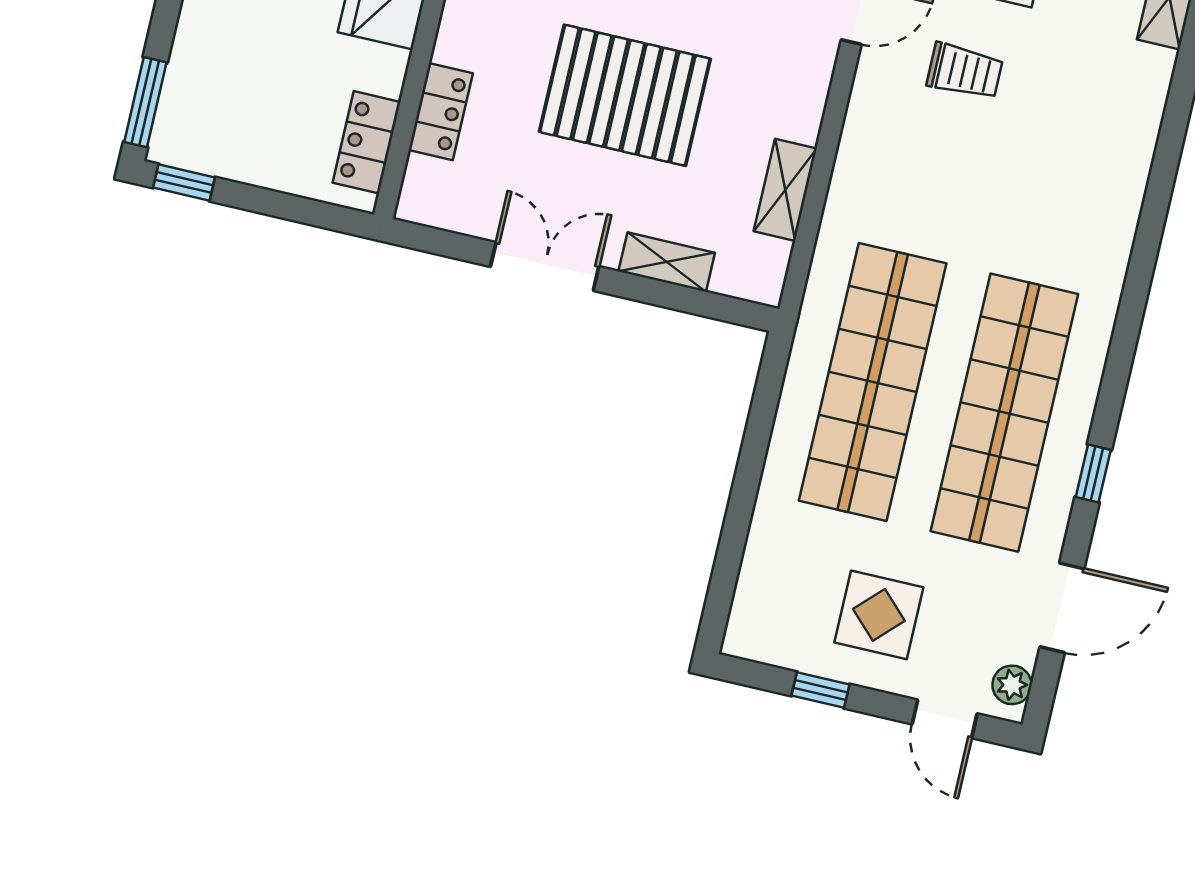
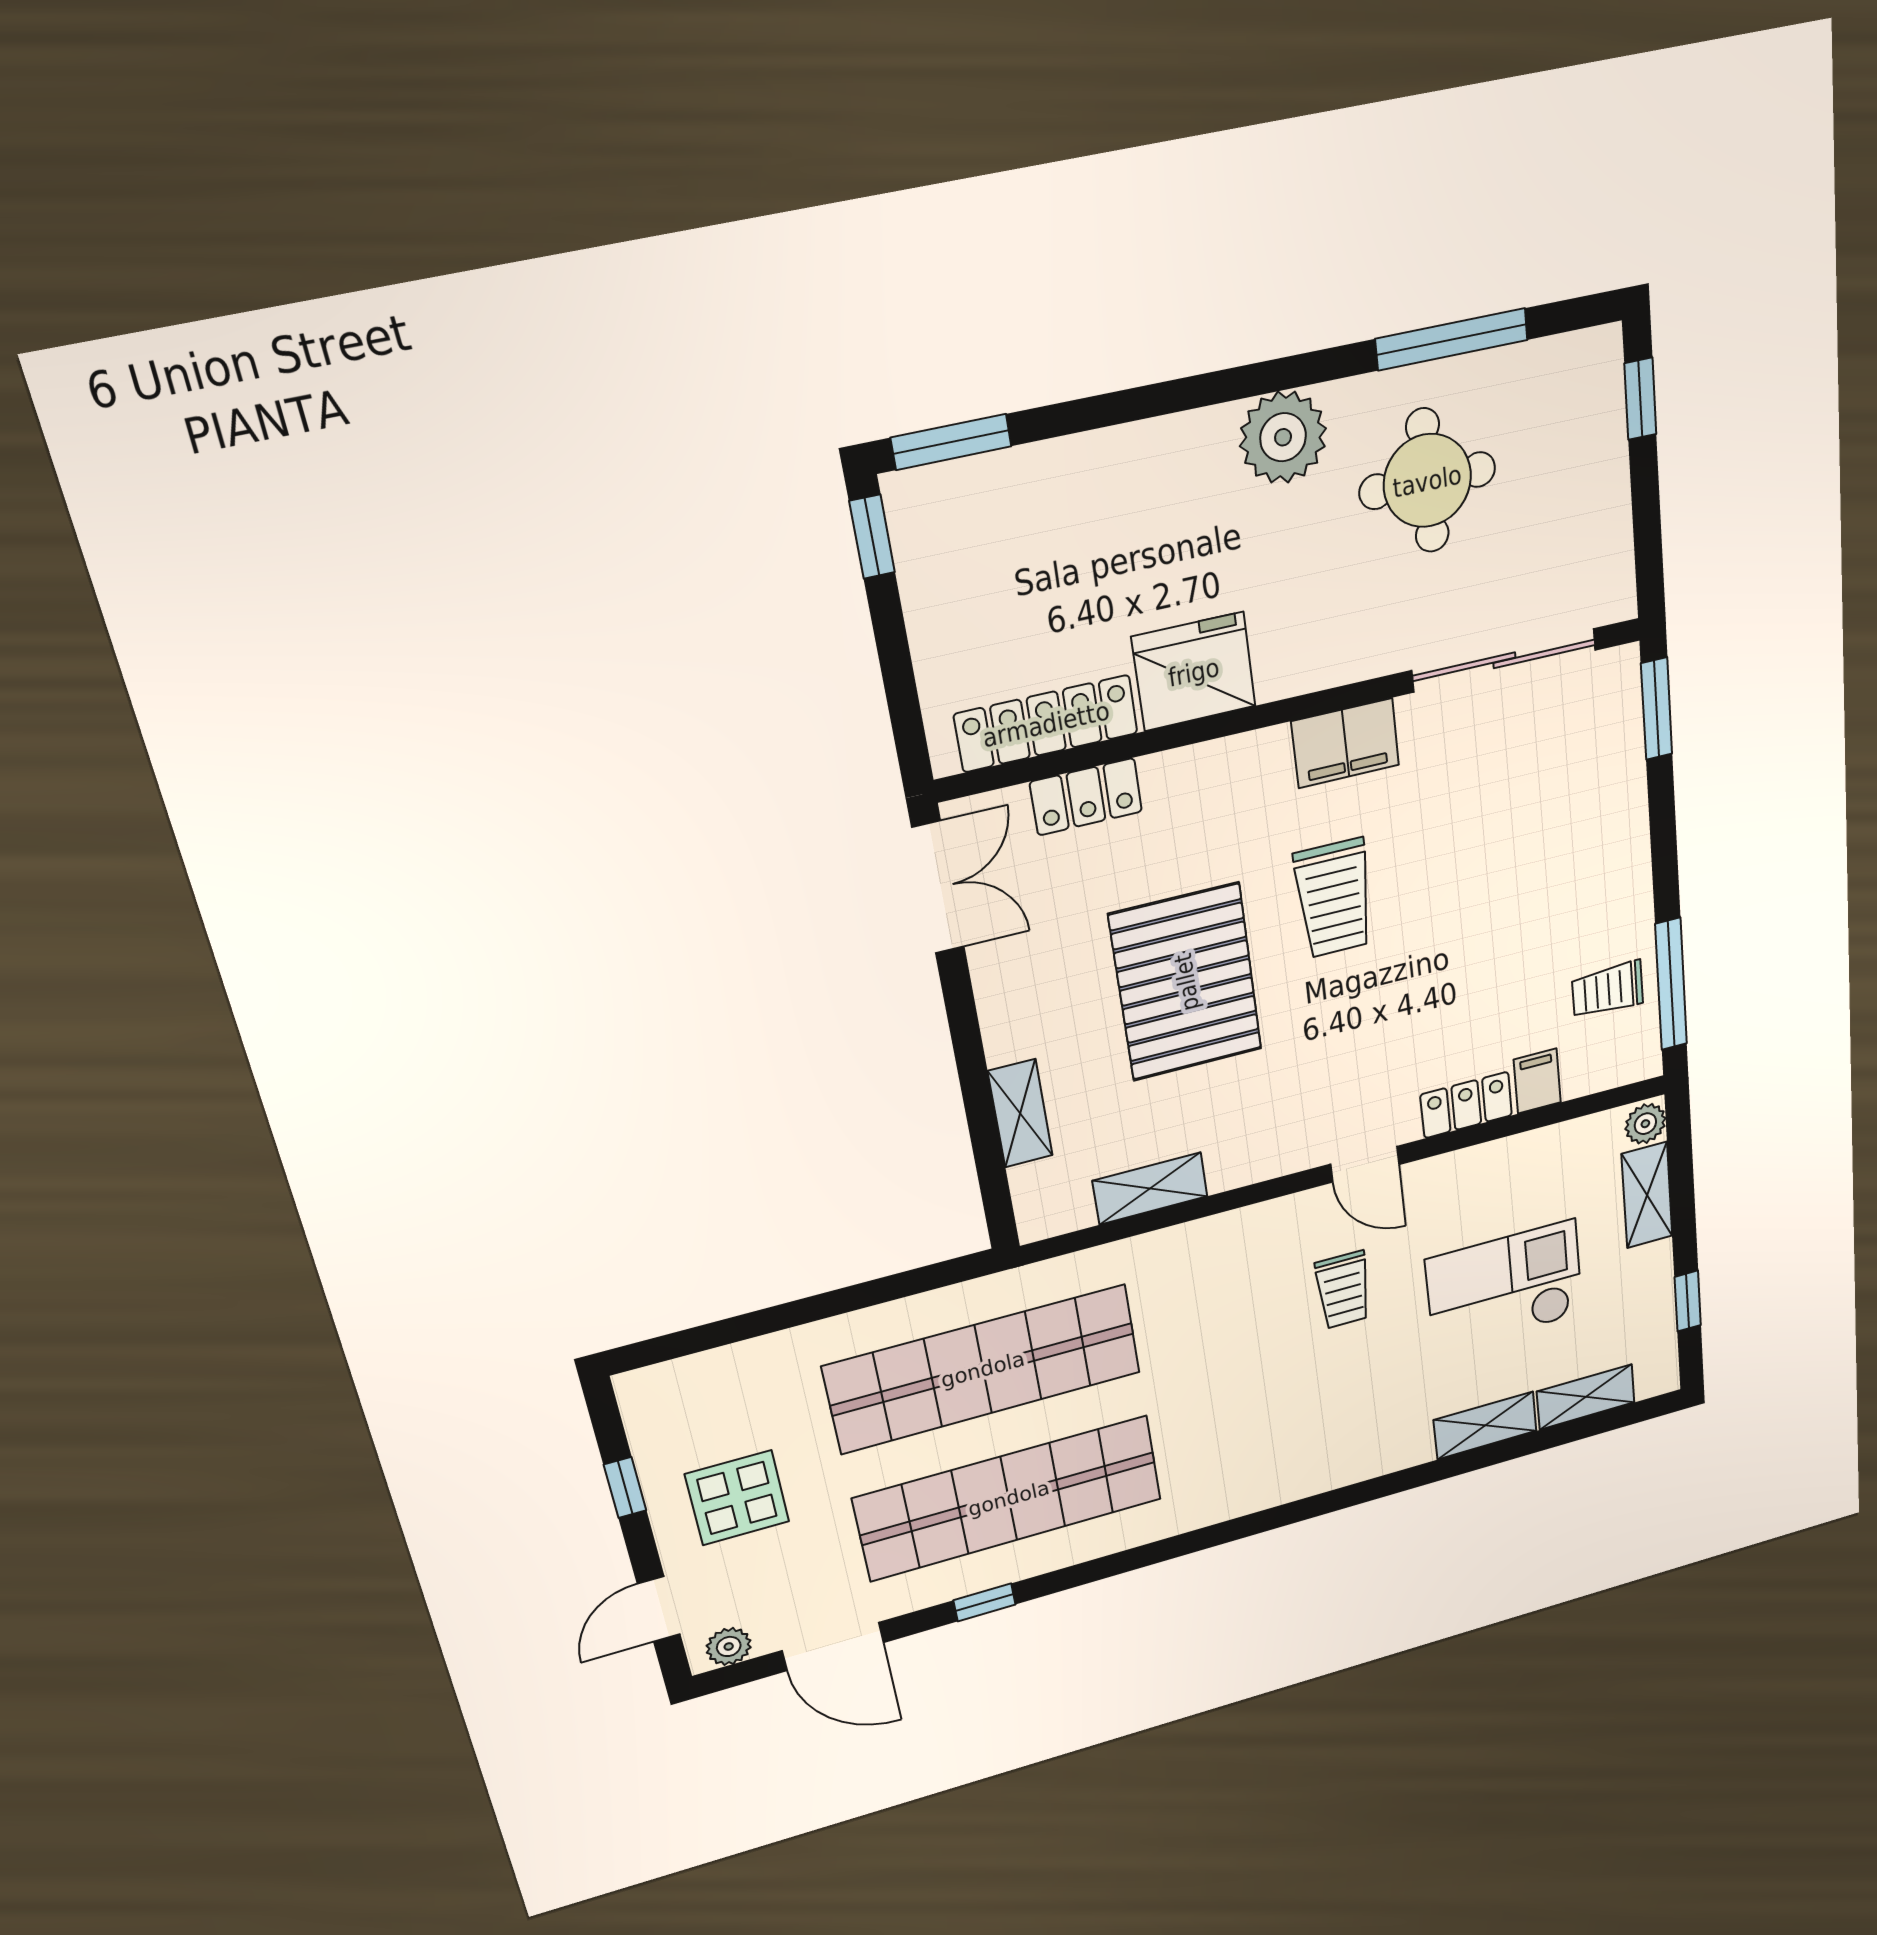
locker: (366, 142) -> (1046, 724), width x1.53
double door: (545, 266) -> (938, 887), moved

